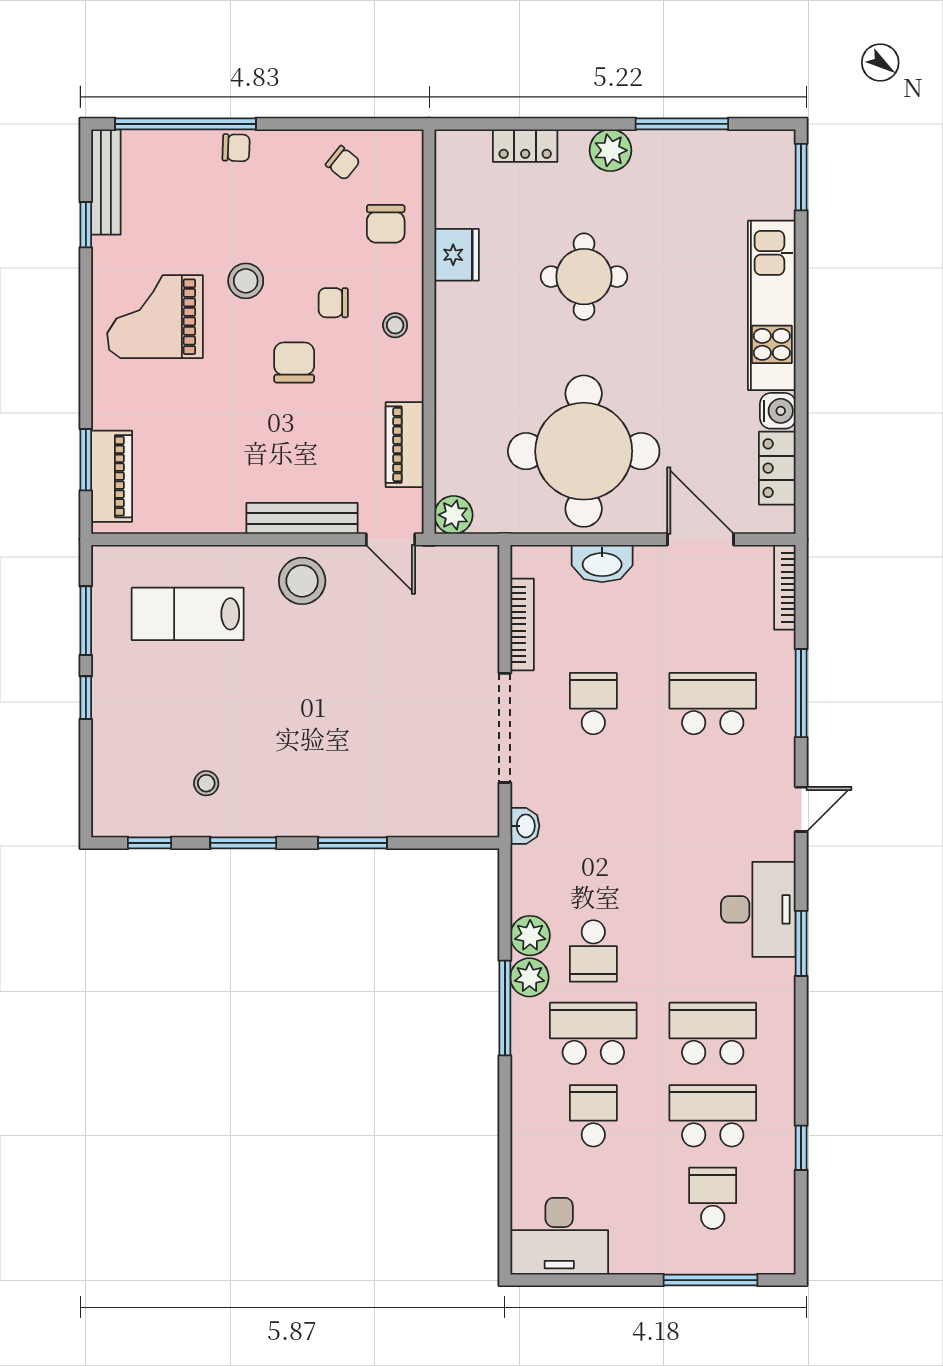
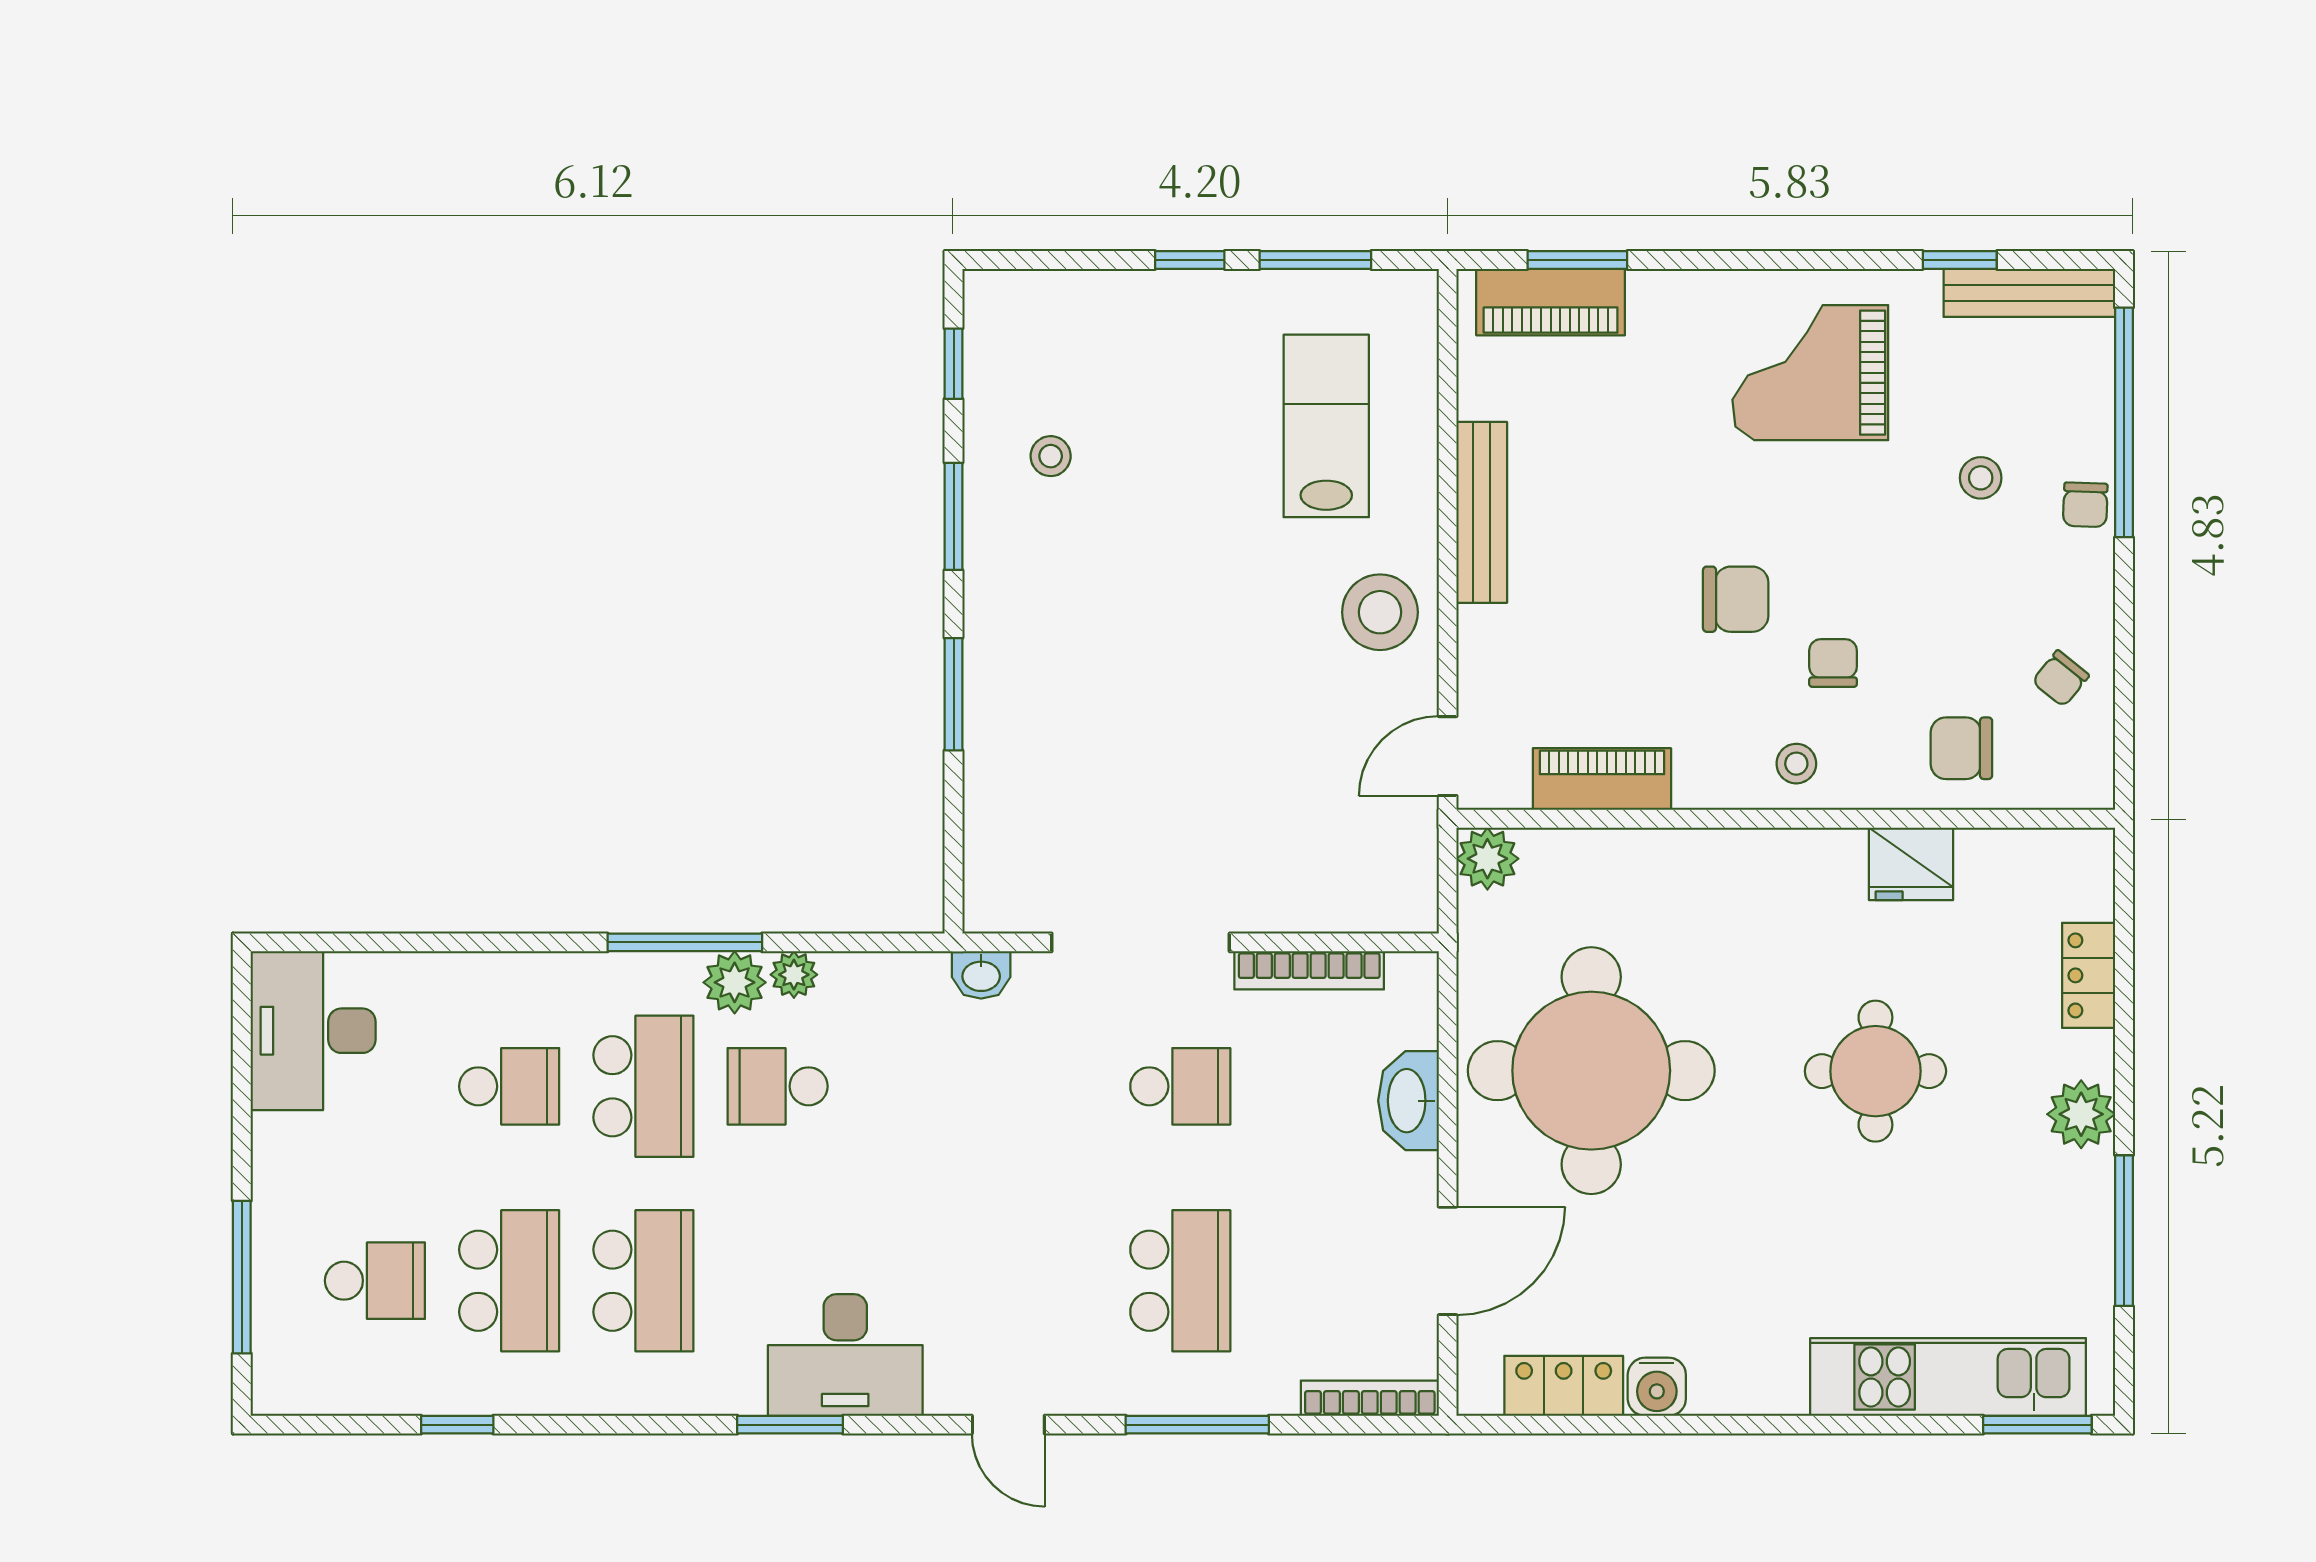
stool: (246, 281) -> (1981, 478), moved, width x0.73, depth x0.73
kitchen unit: (772, 305) -> (1948, 1377), moved
grand piano: (155, 317) -> (1810, 373), turned -90
bench: (302, 518) -> (1482, 512), moved
plant: (530, 936) -> (794, 975), width x0.73, depth x0.73

